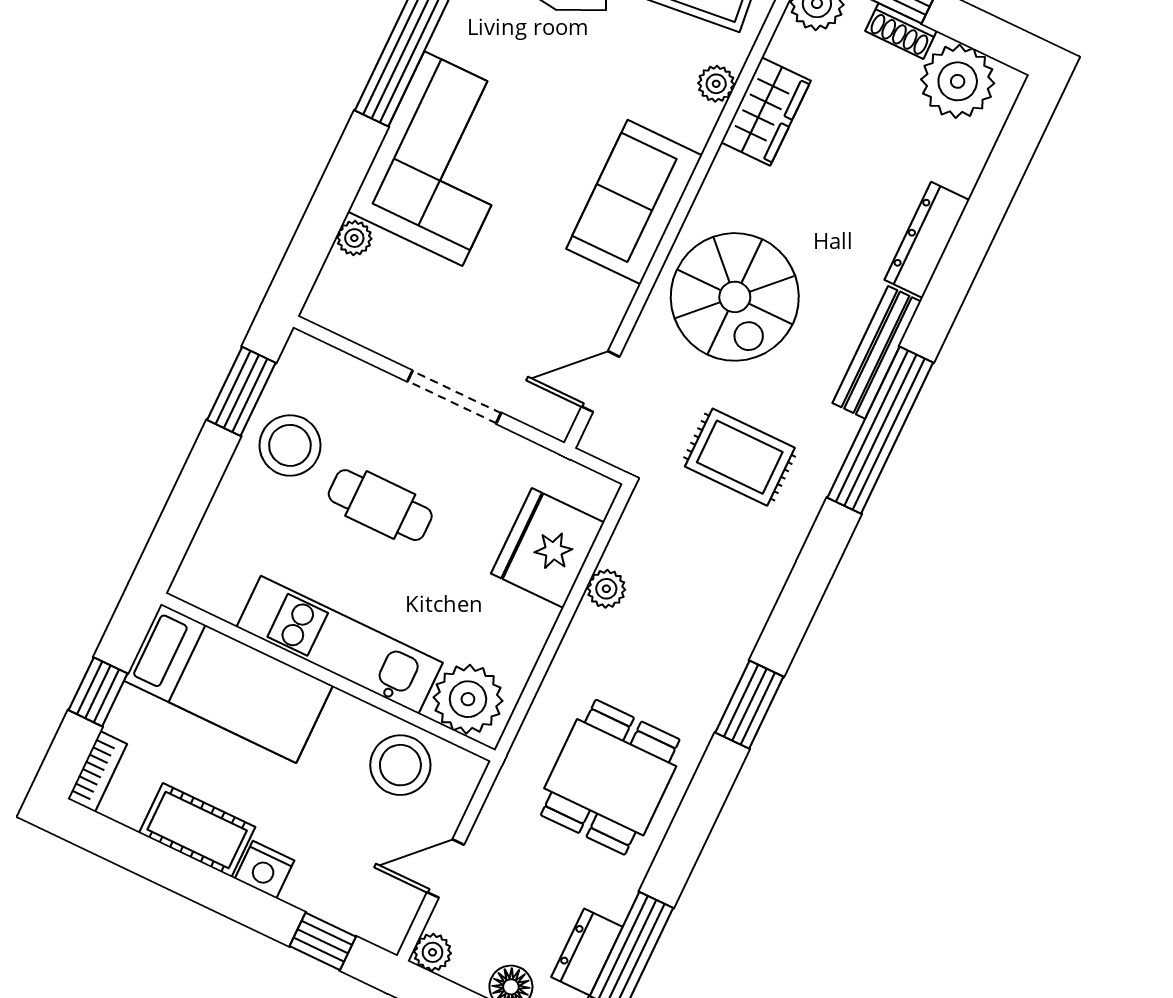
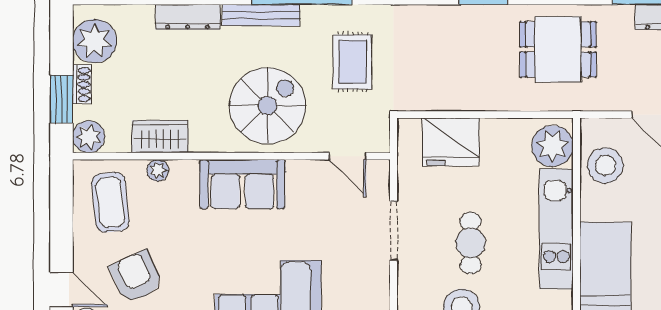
plant: (606, 589) -> (458, 100), removed

